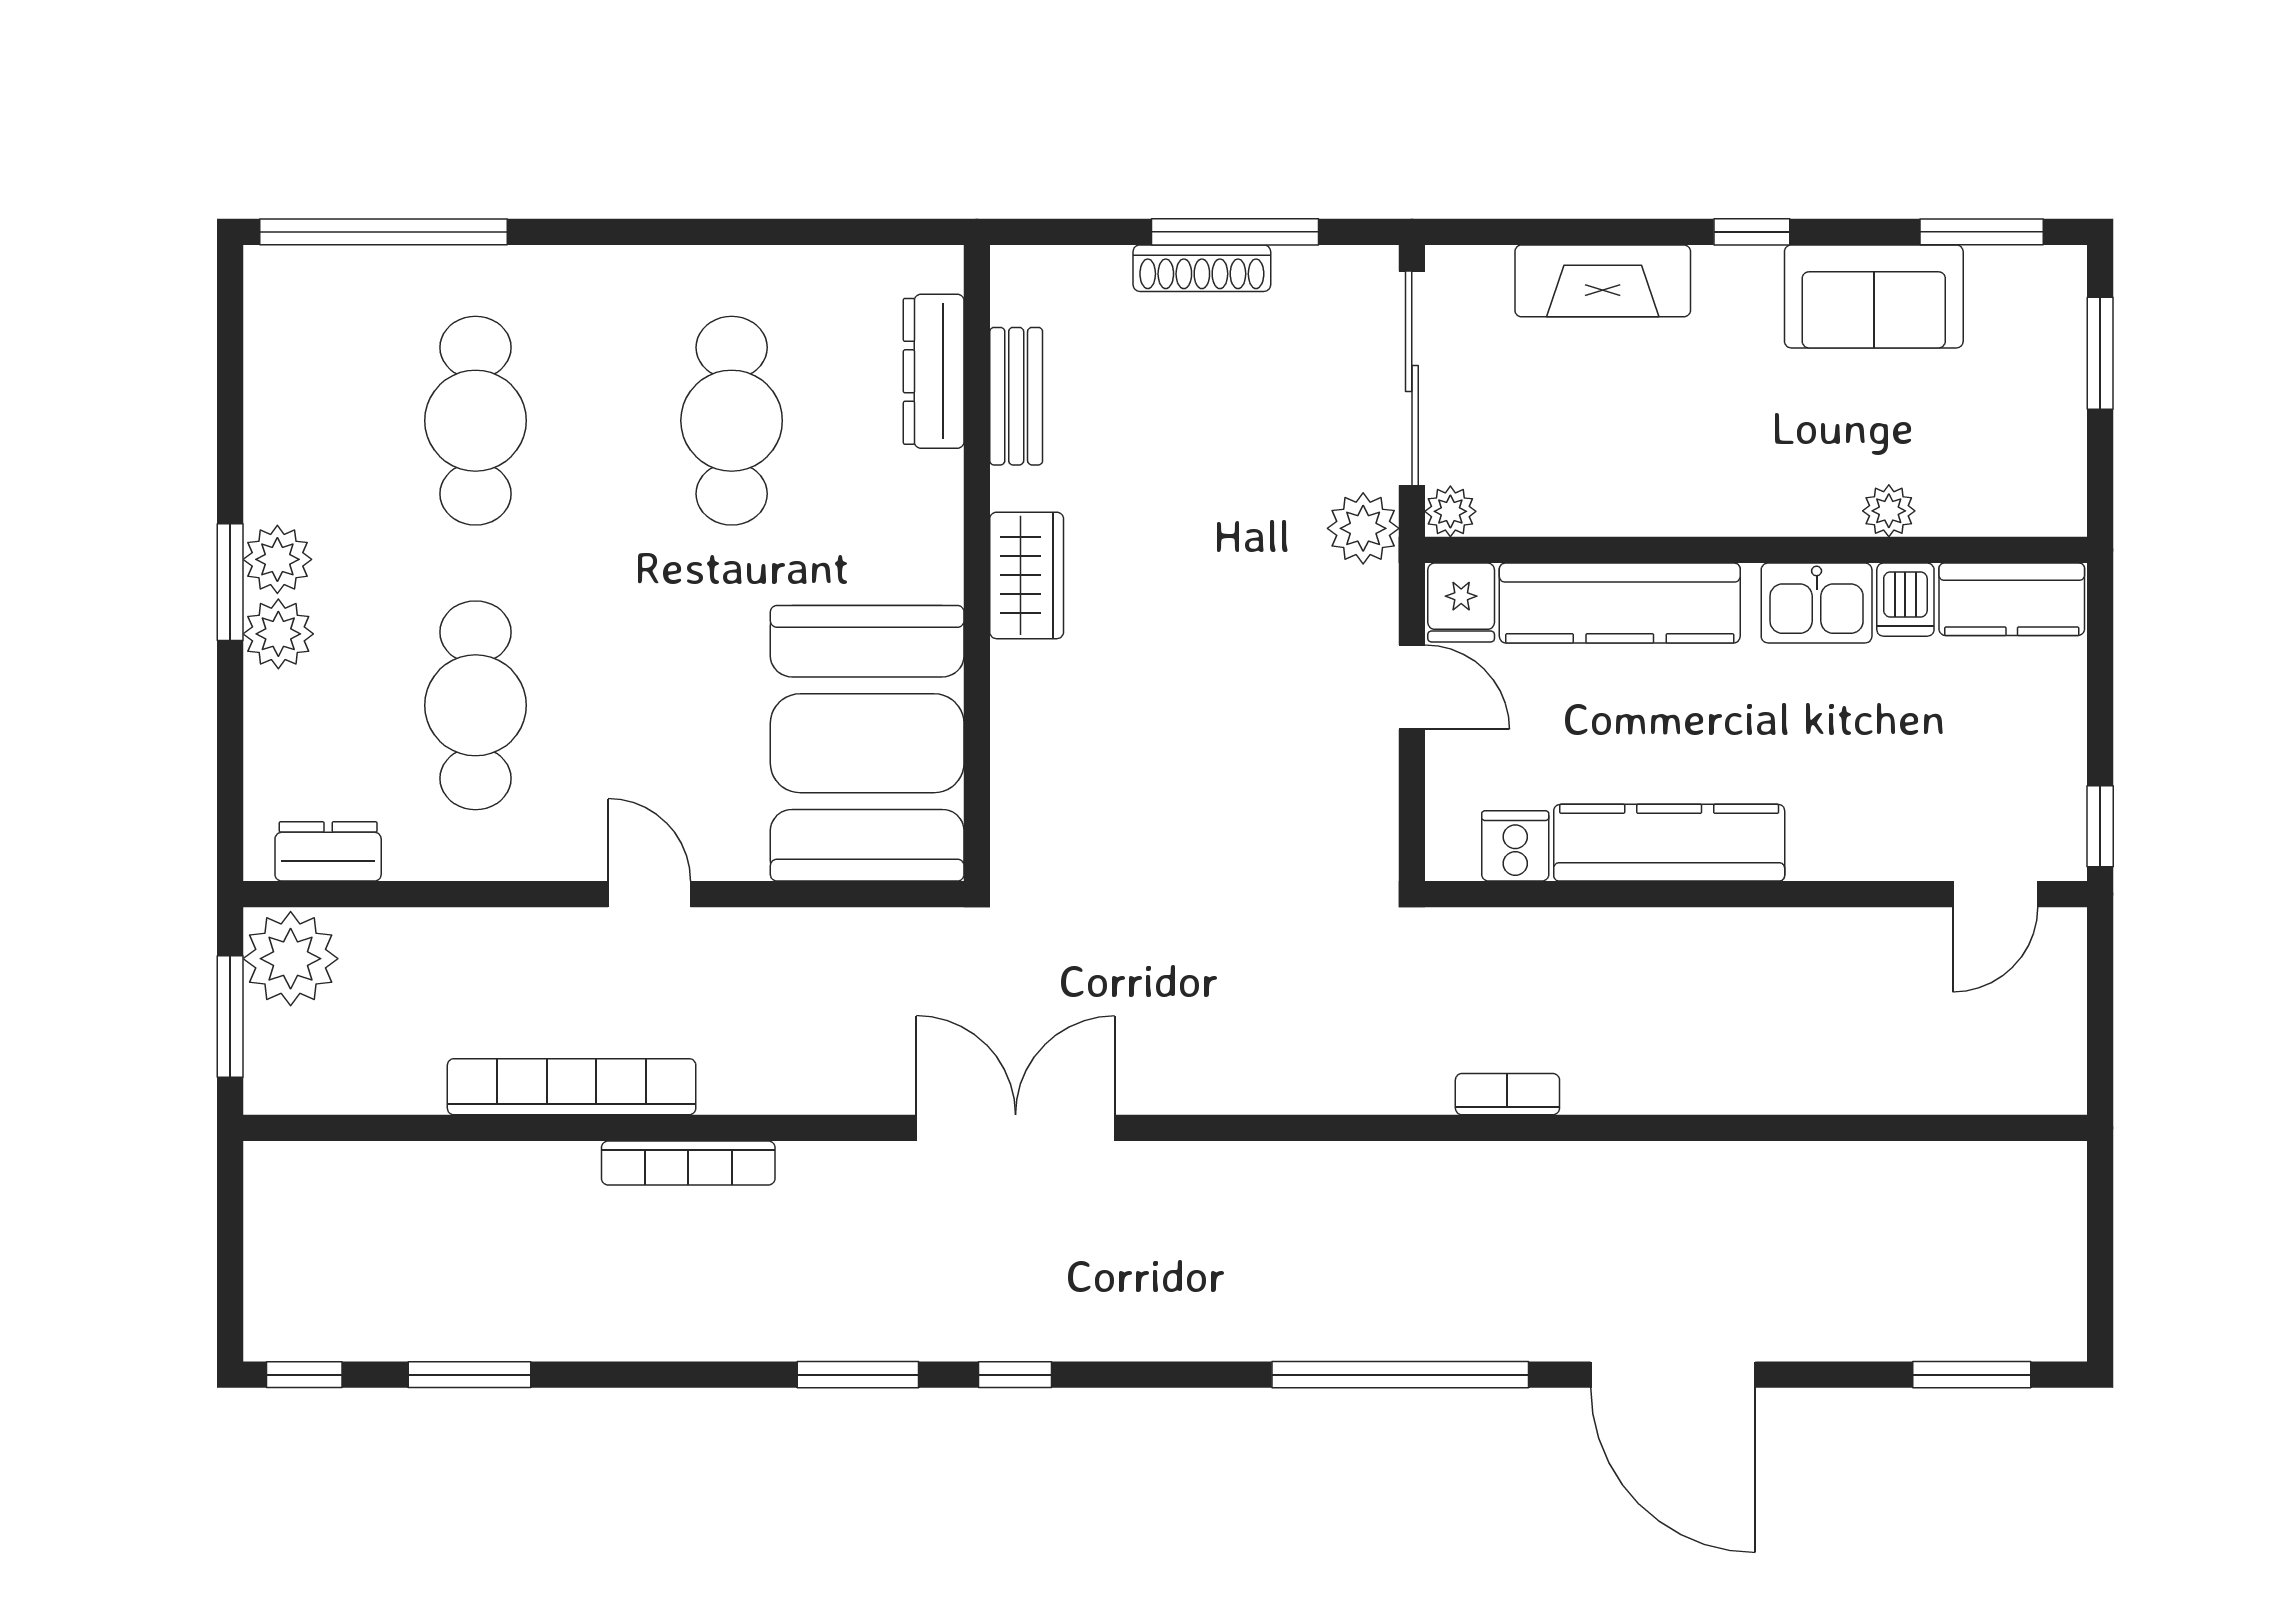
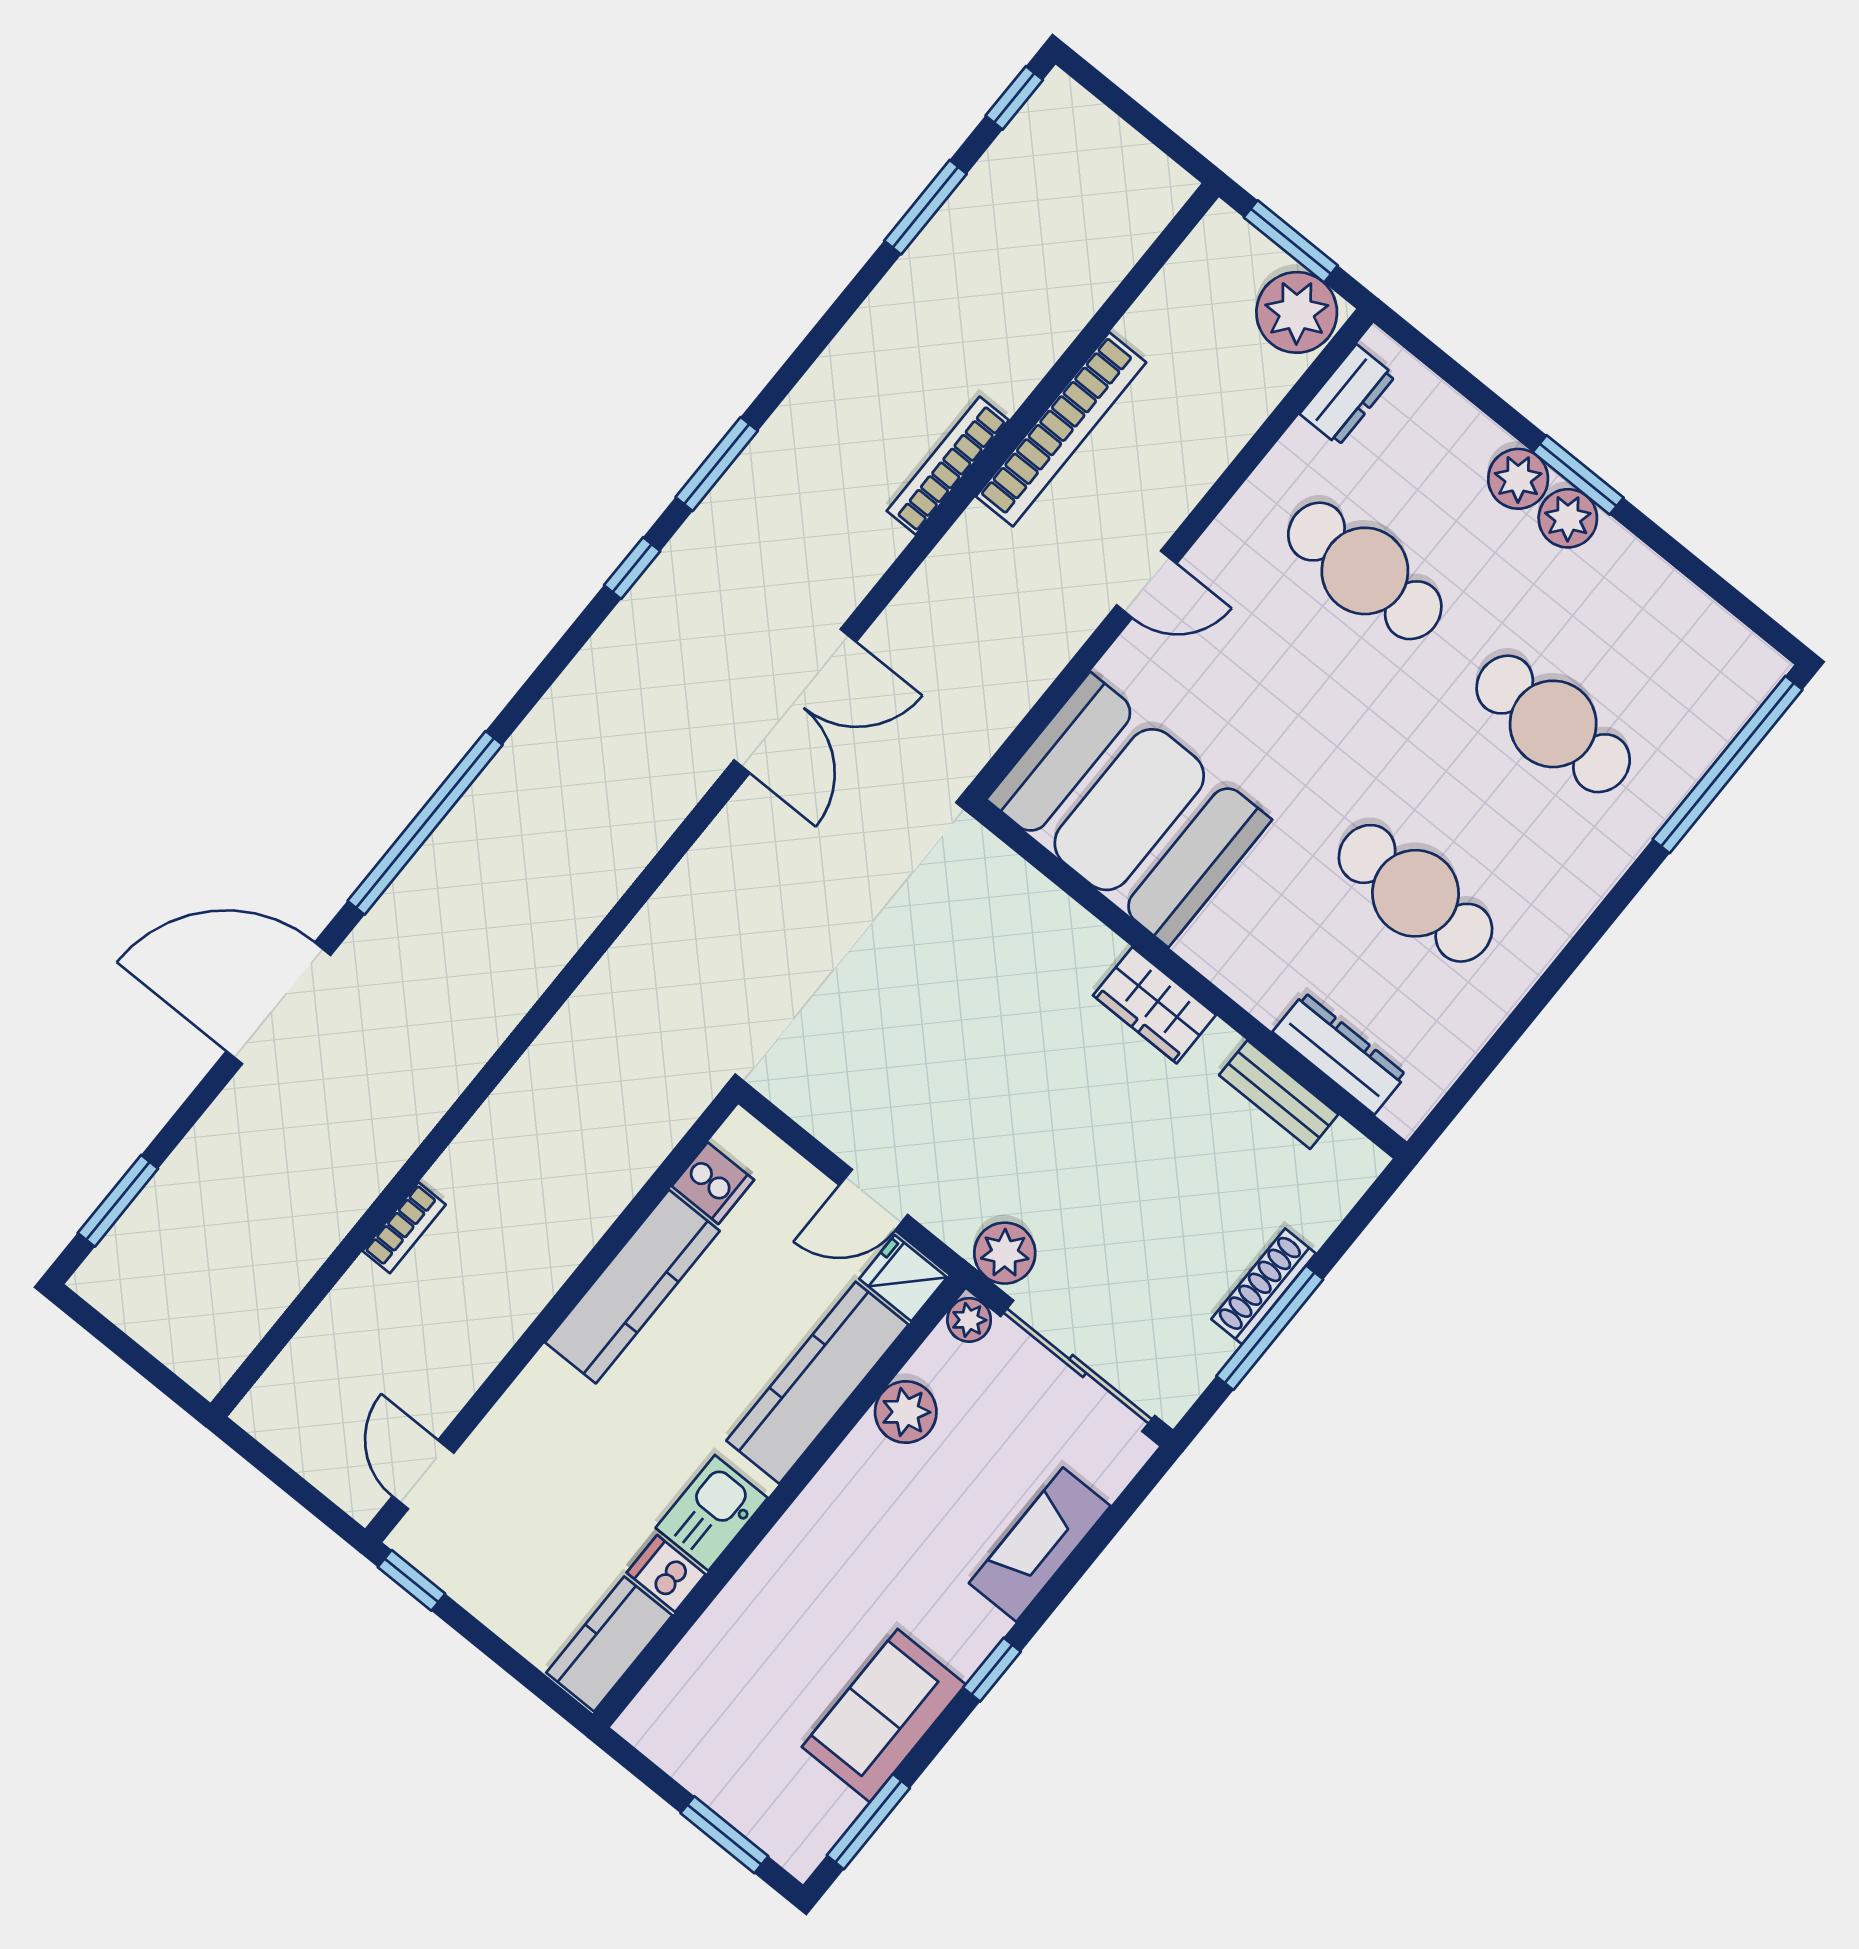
plant: (1889, 511) -> (906, 1412), moved, width x1.38, depth x1.38
bookcase: (1507, 1094) -> (404, 1228), moved

